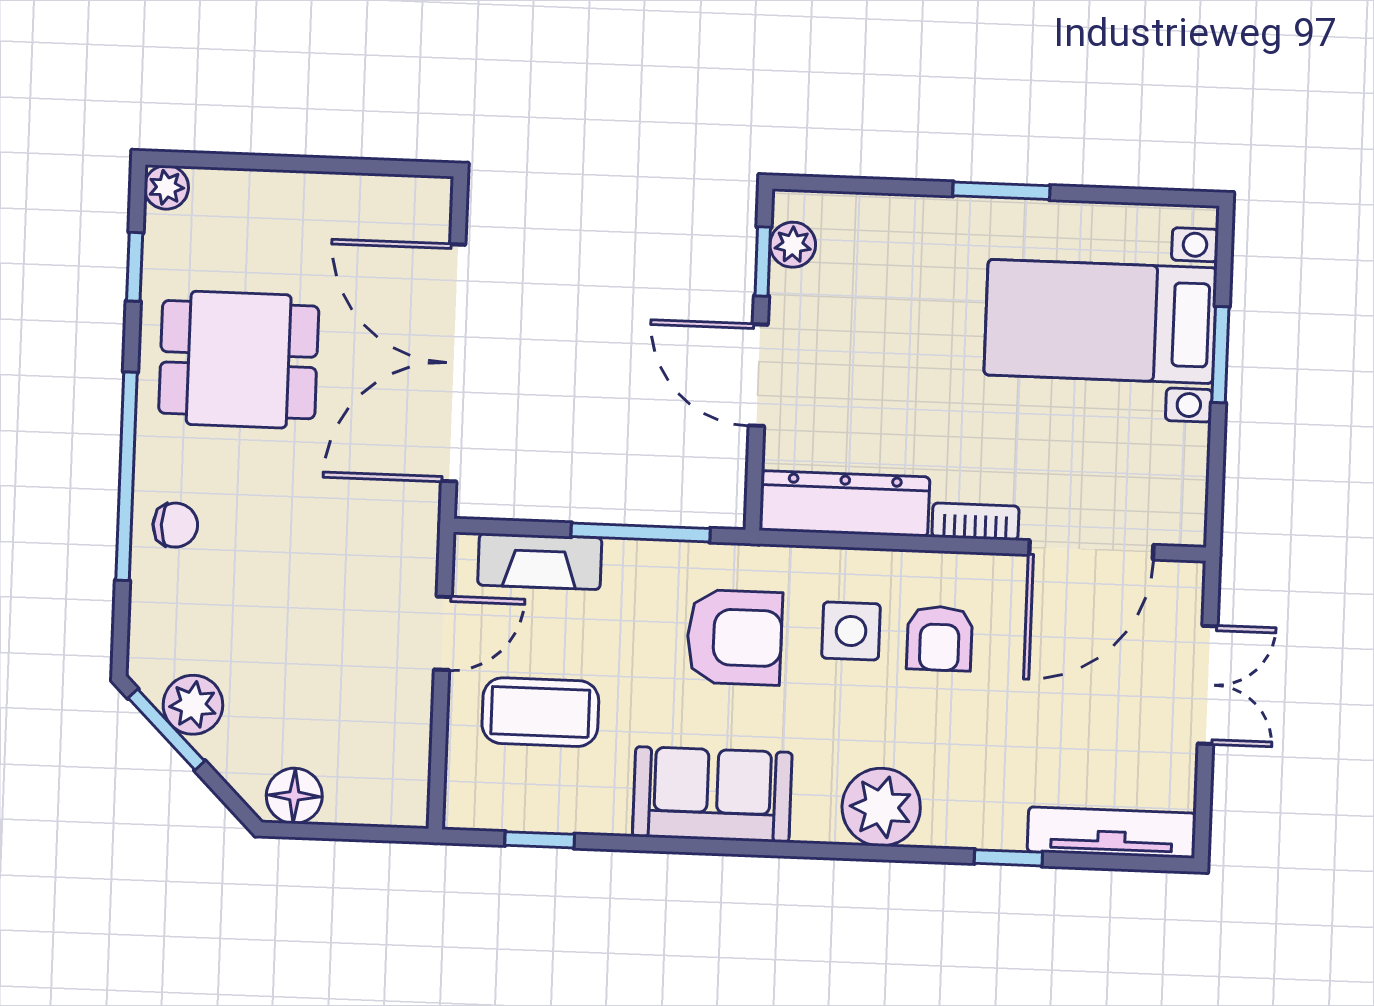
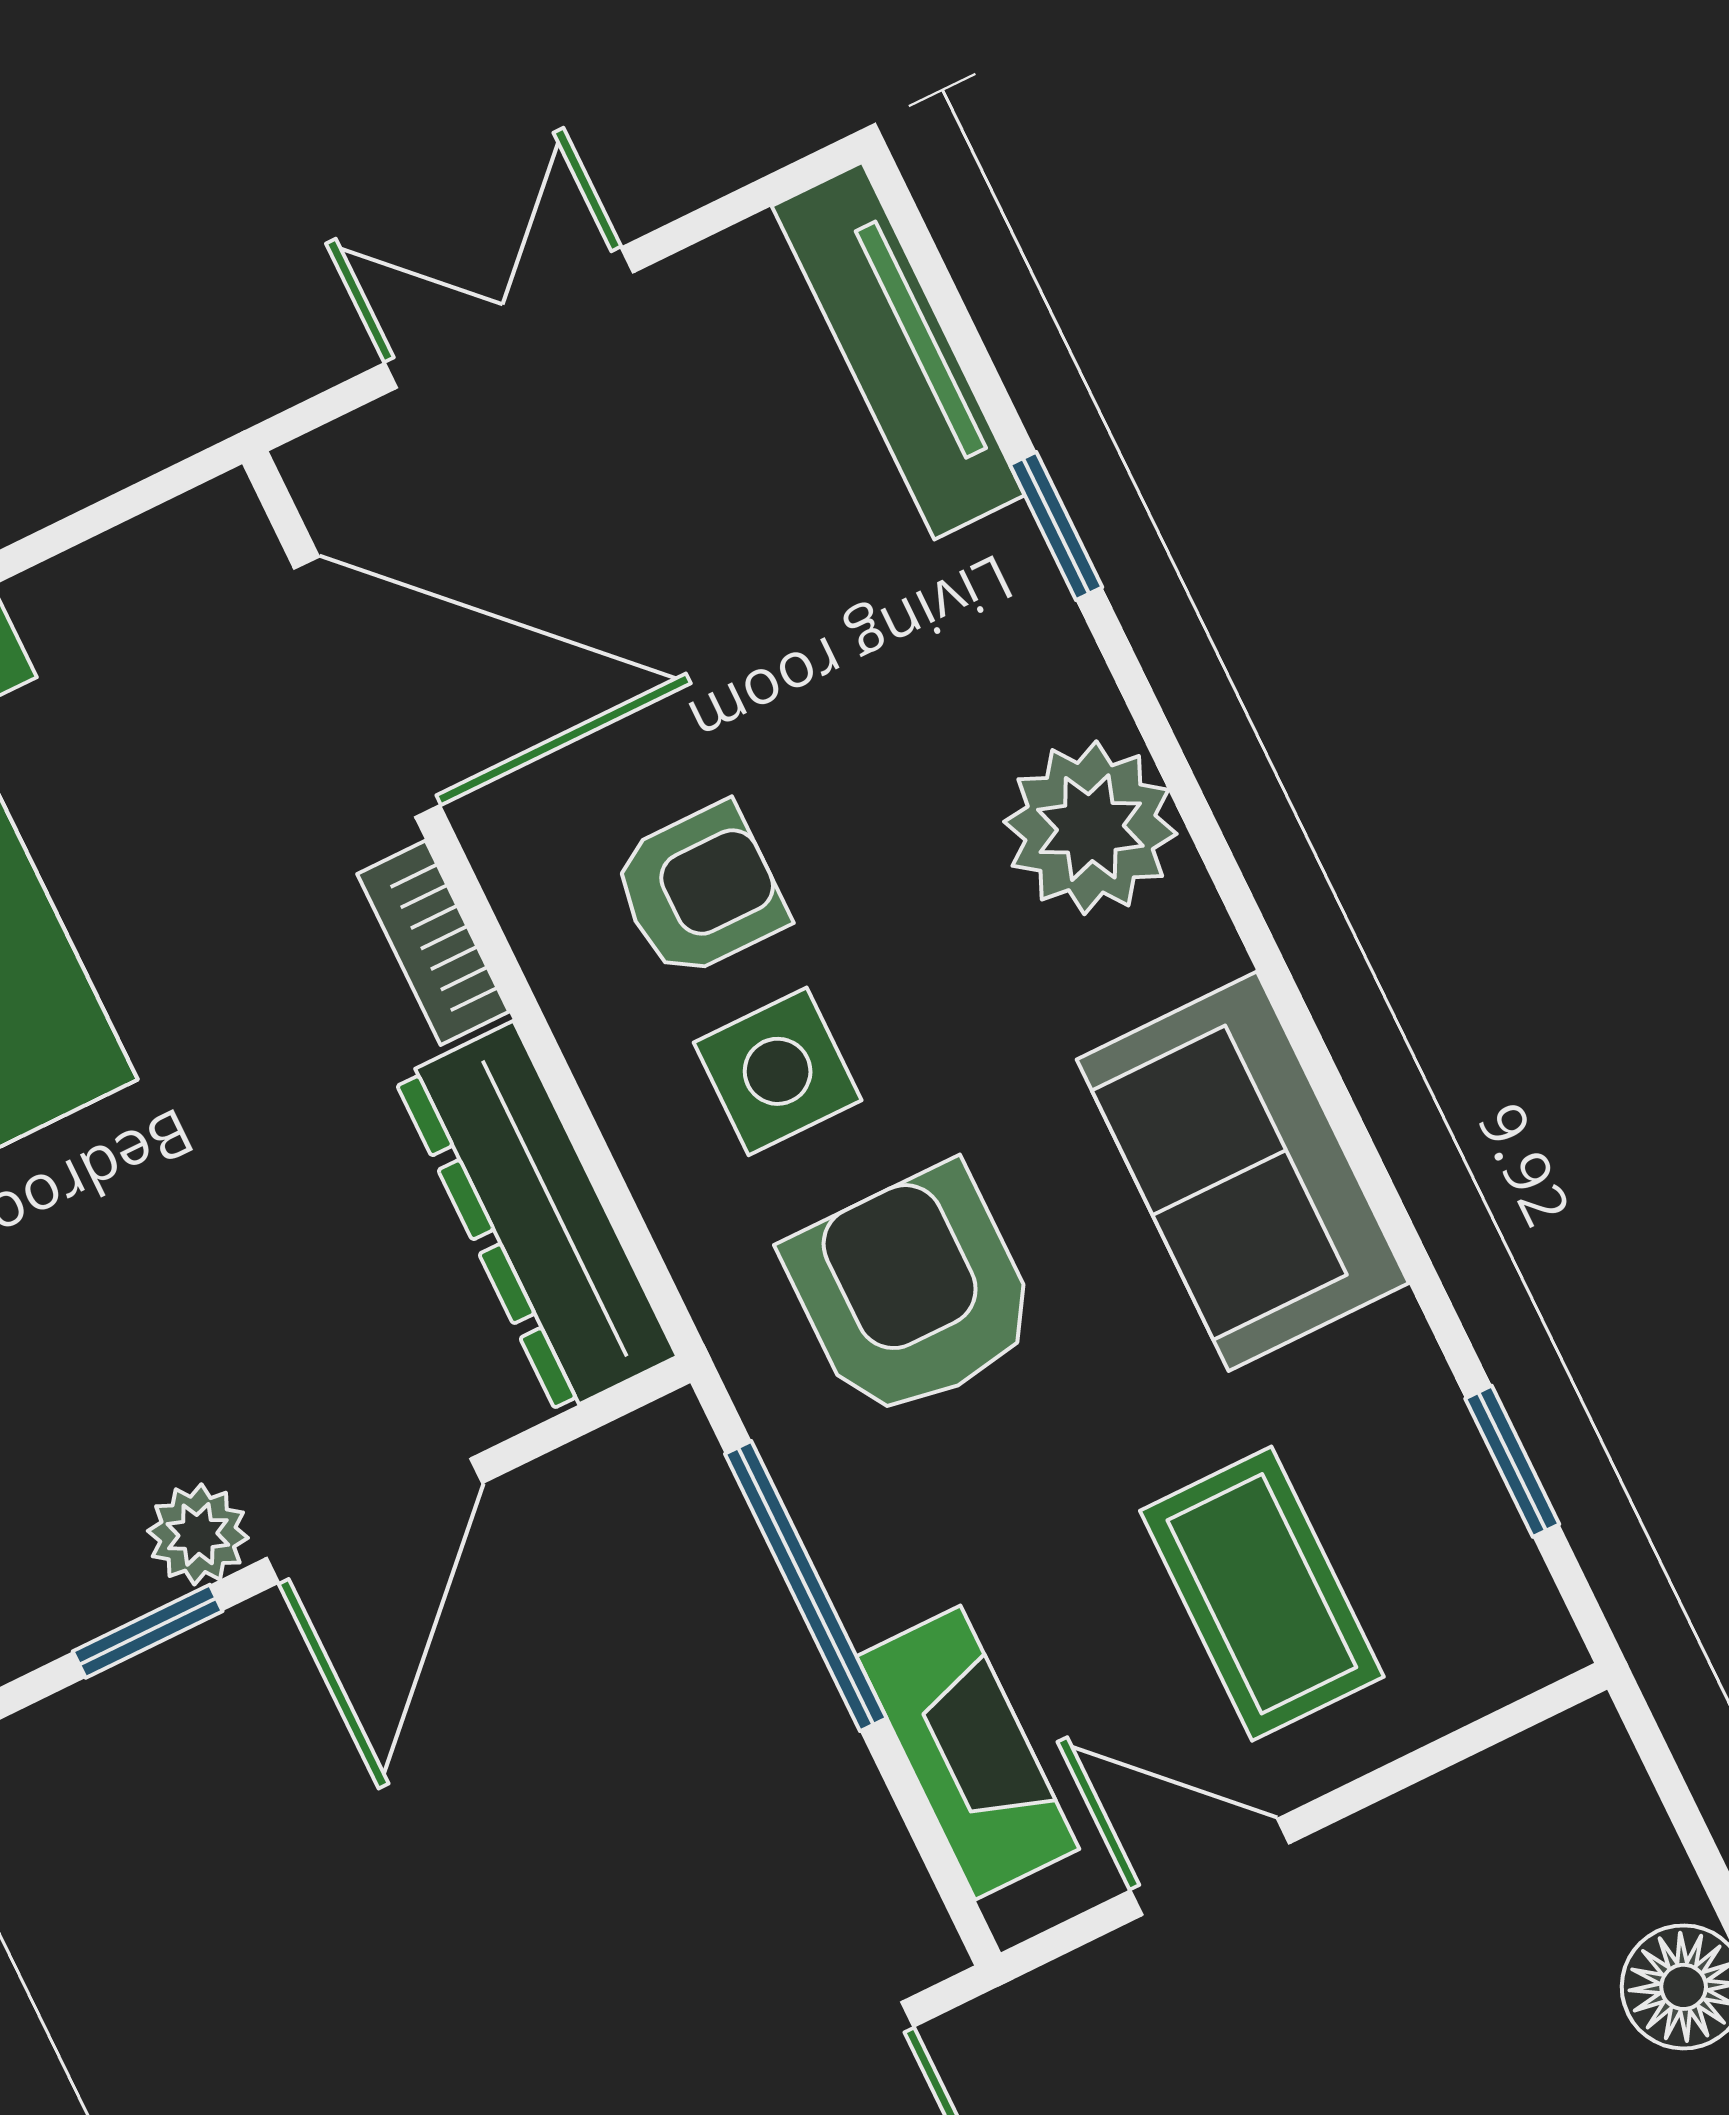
plant: (793, 245) -> (198, 1534), moved

